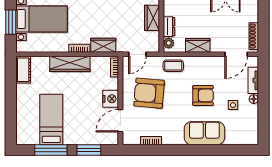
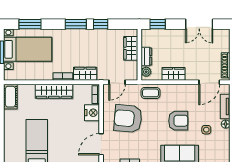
nightstand: (111, 99) -> (92, 113), moved

